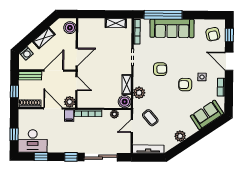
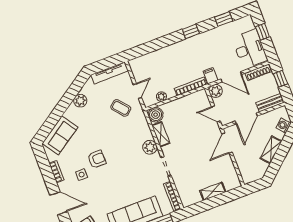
shelving: (116, 23) -> (213, 191), moved
boiler: (70, 28) -> (247, 172), removed
armchair: (160, 69) -> (131, 165), removed
plant: (139, 93) -> (150, 147), moved
desk: (33, 141) -> (250, 49), moved, turned 90
sliding door: (101, 157) -> (158, 44), removed

